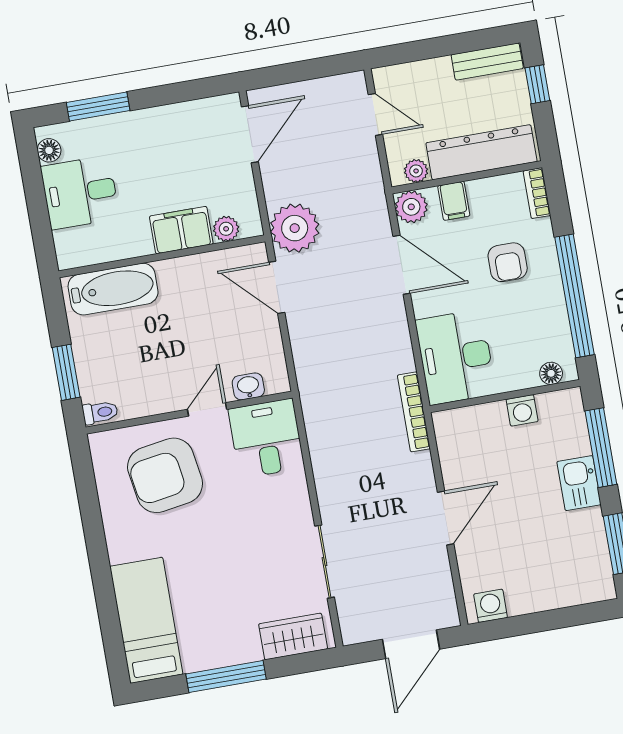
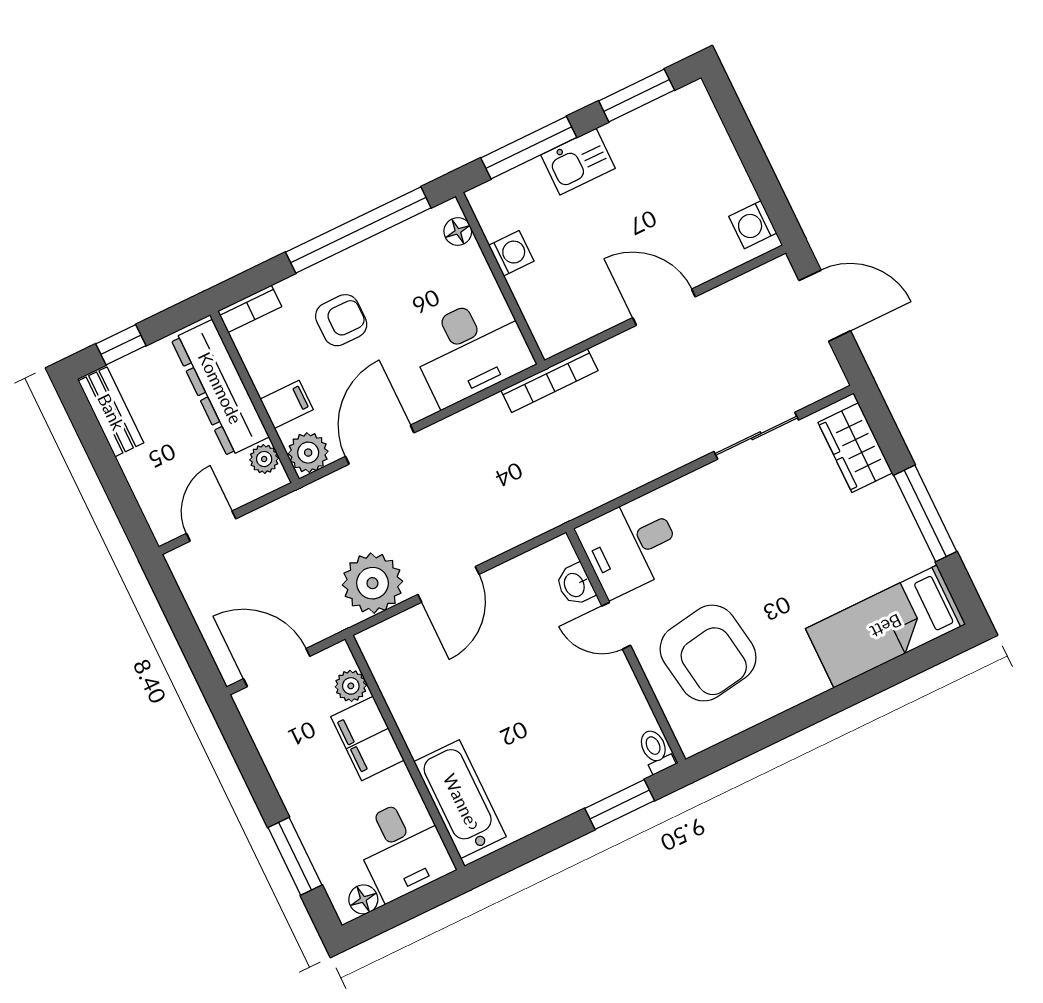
plant: (226, 229) -> (351, 686), moved
filing cabinet: (181, 230) -> (367, 738), moved
wall: (162, 256) -> (405, 753), moved
bathtub: (113, 289) -> (460, 799), moved

